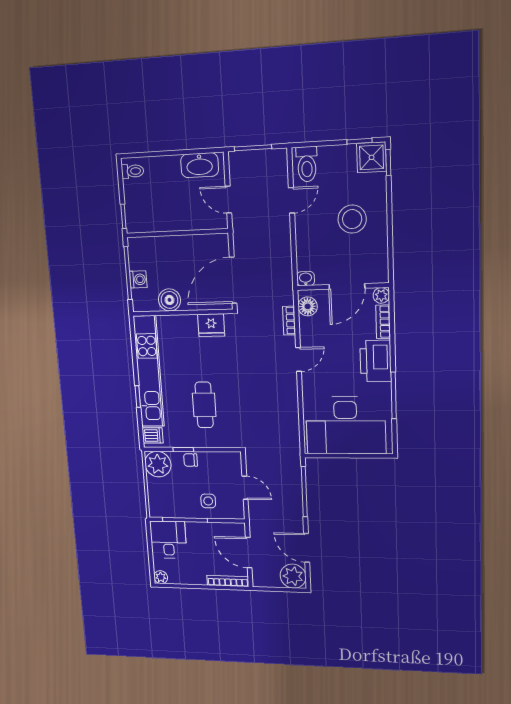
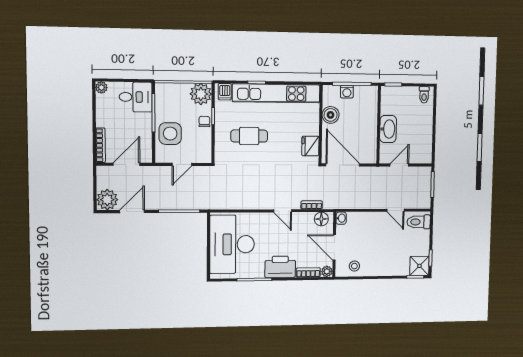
washbasin: (200, 165) -> (388, 129), moved, turned 180
stool: (352, 219) -> (354, 266), moved, width x0.53, depth x0.53
side table: (208, 501) -> (170, 134), width x1.87, depth x1.87

